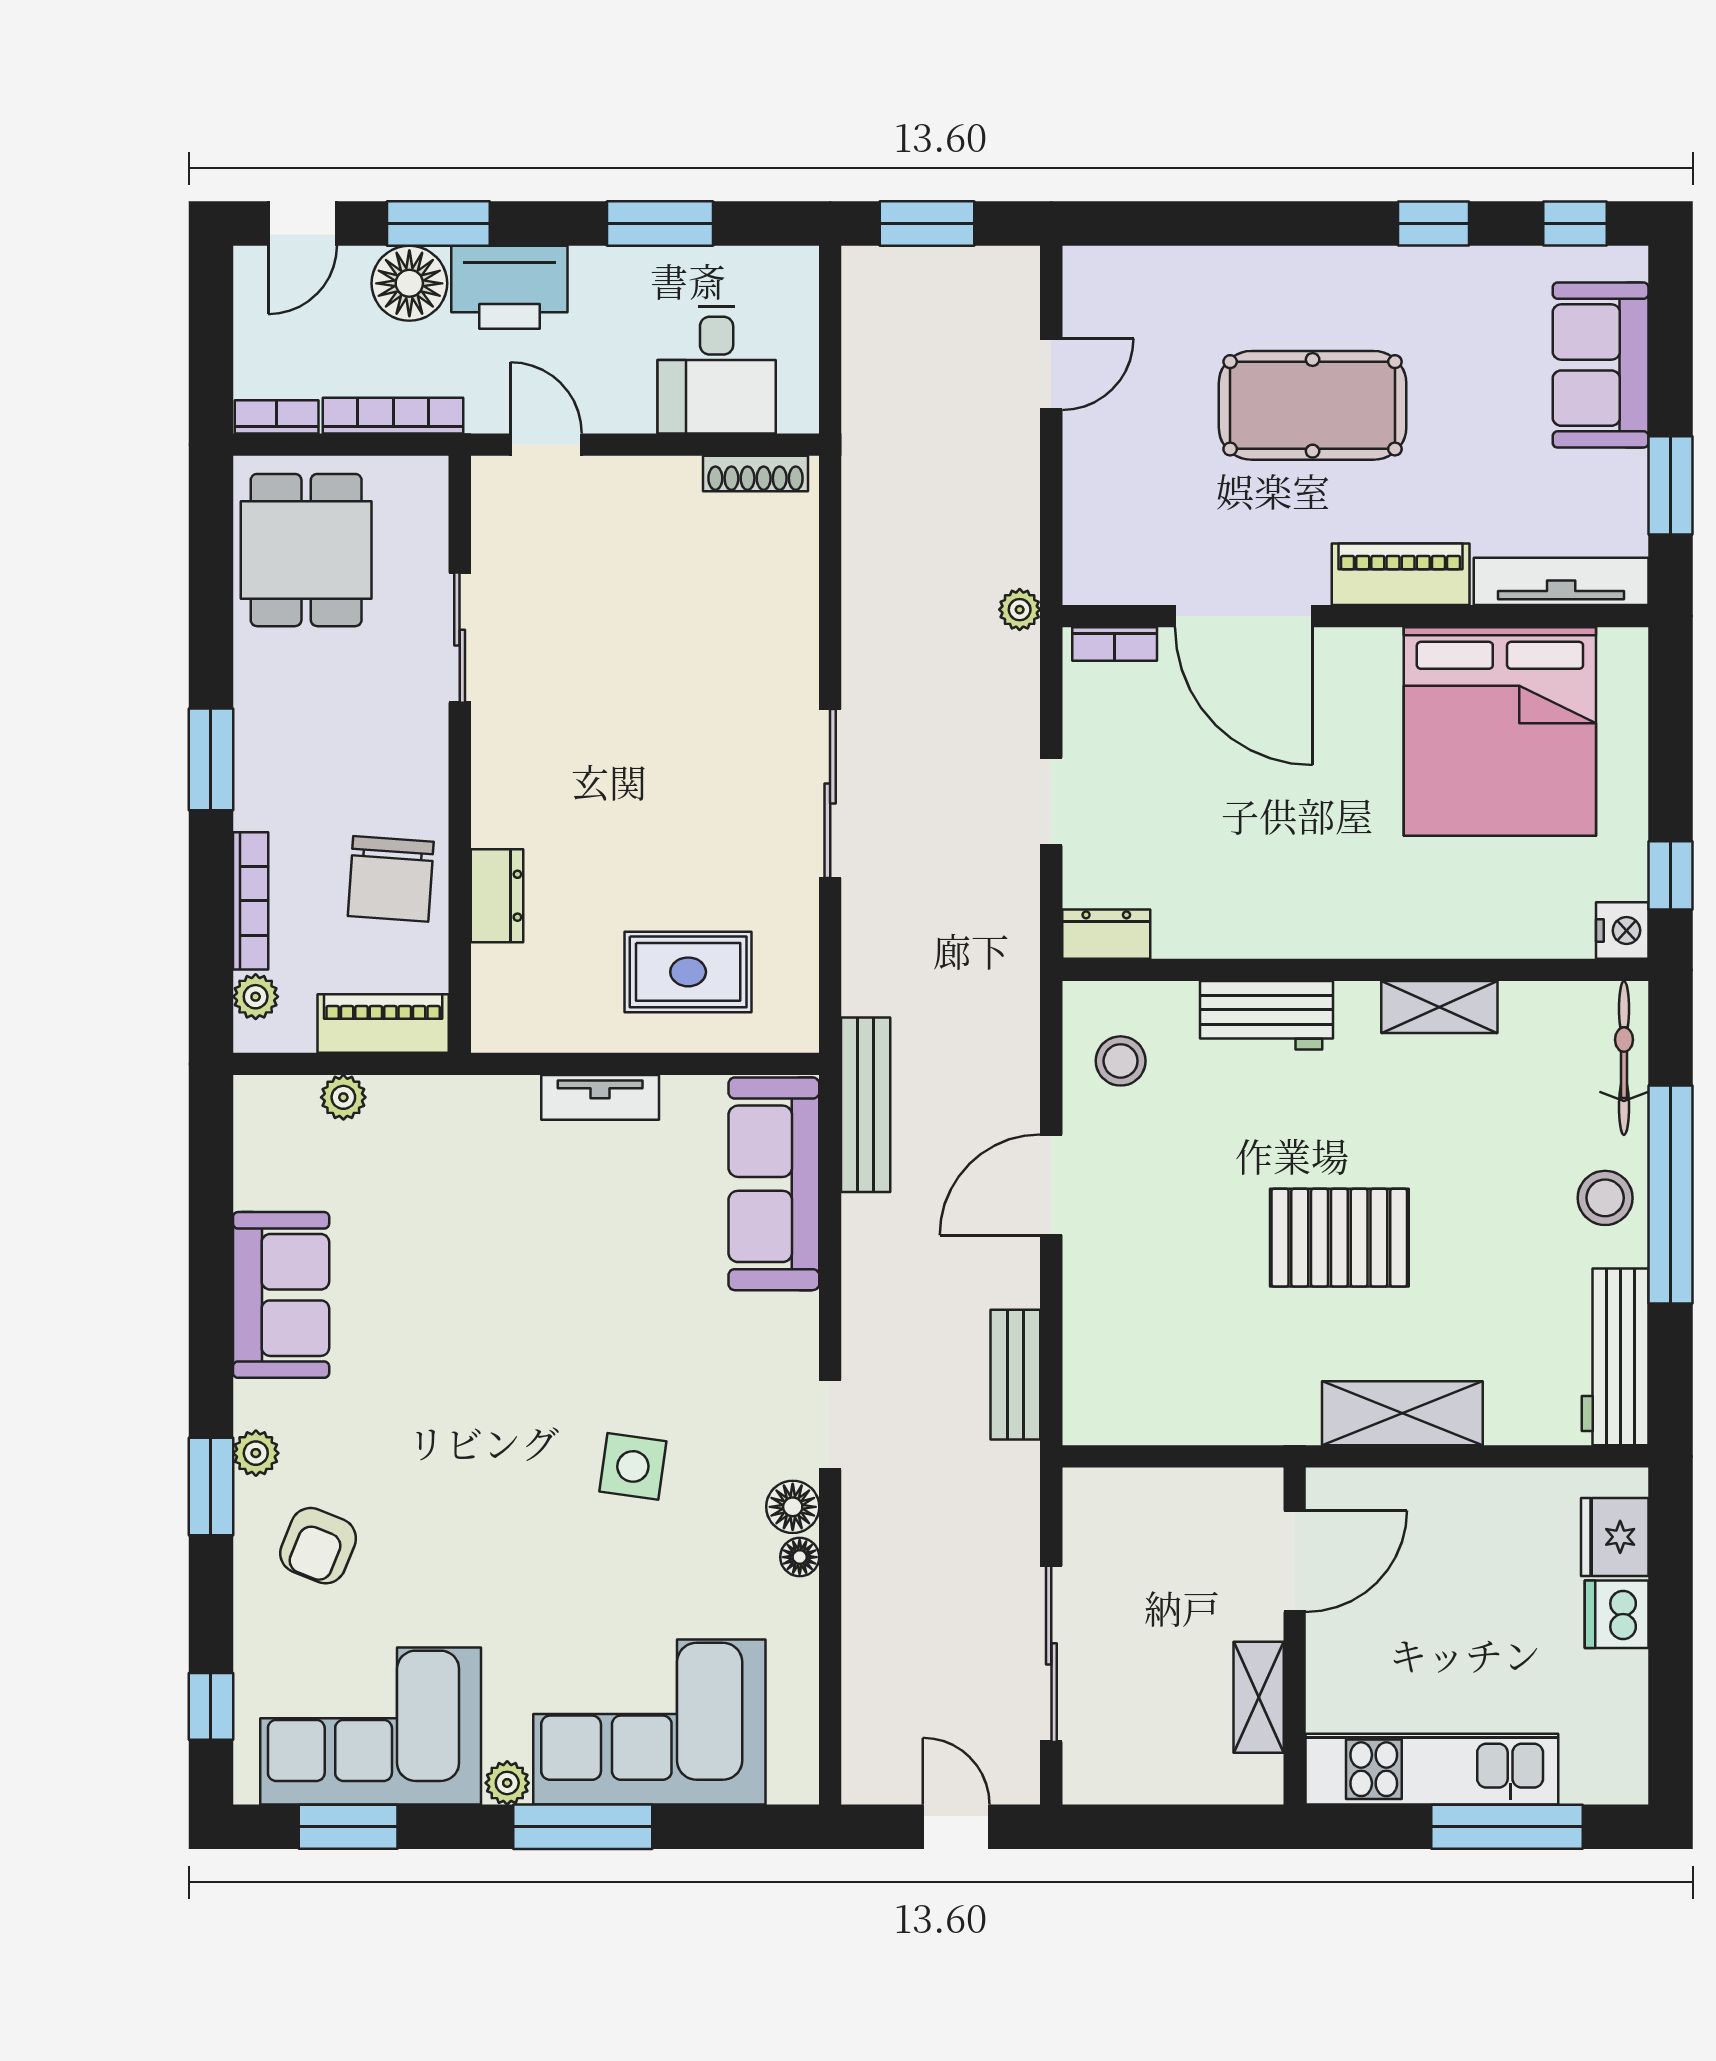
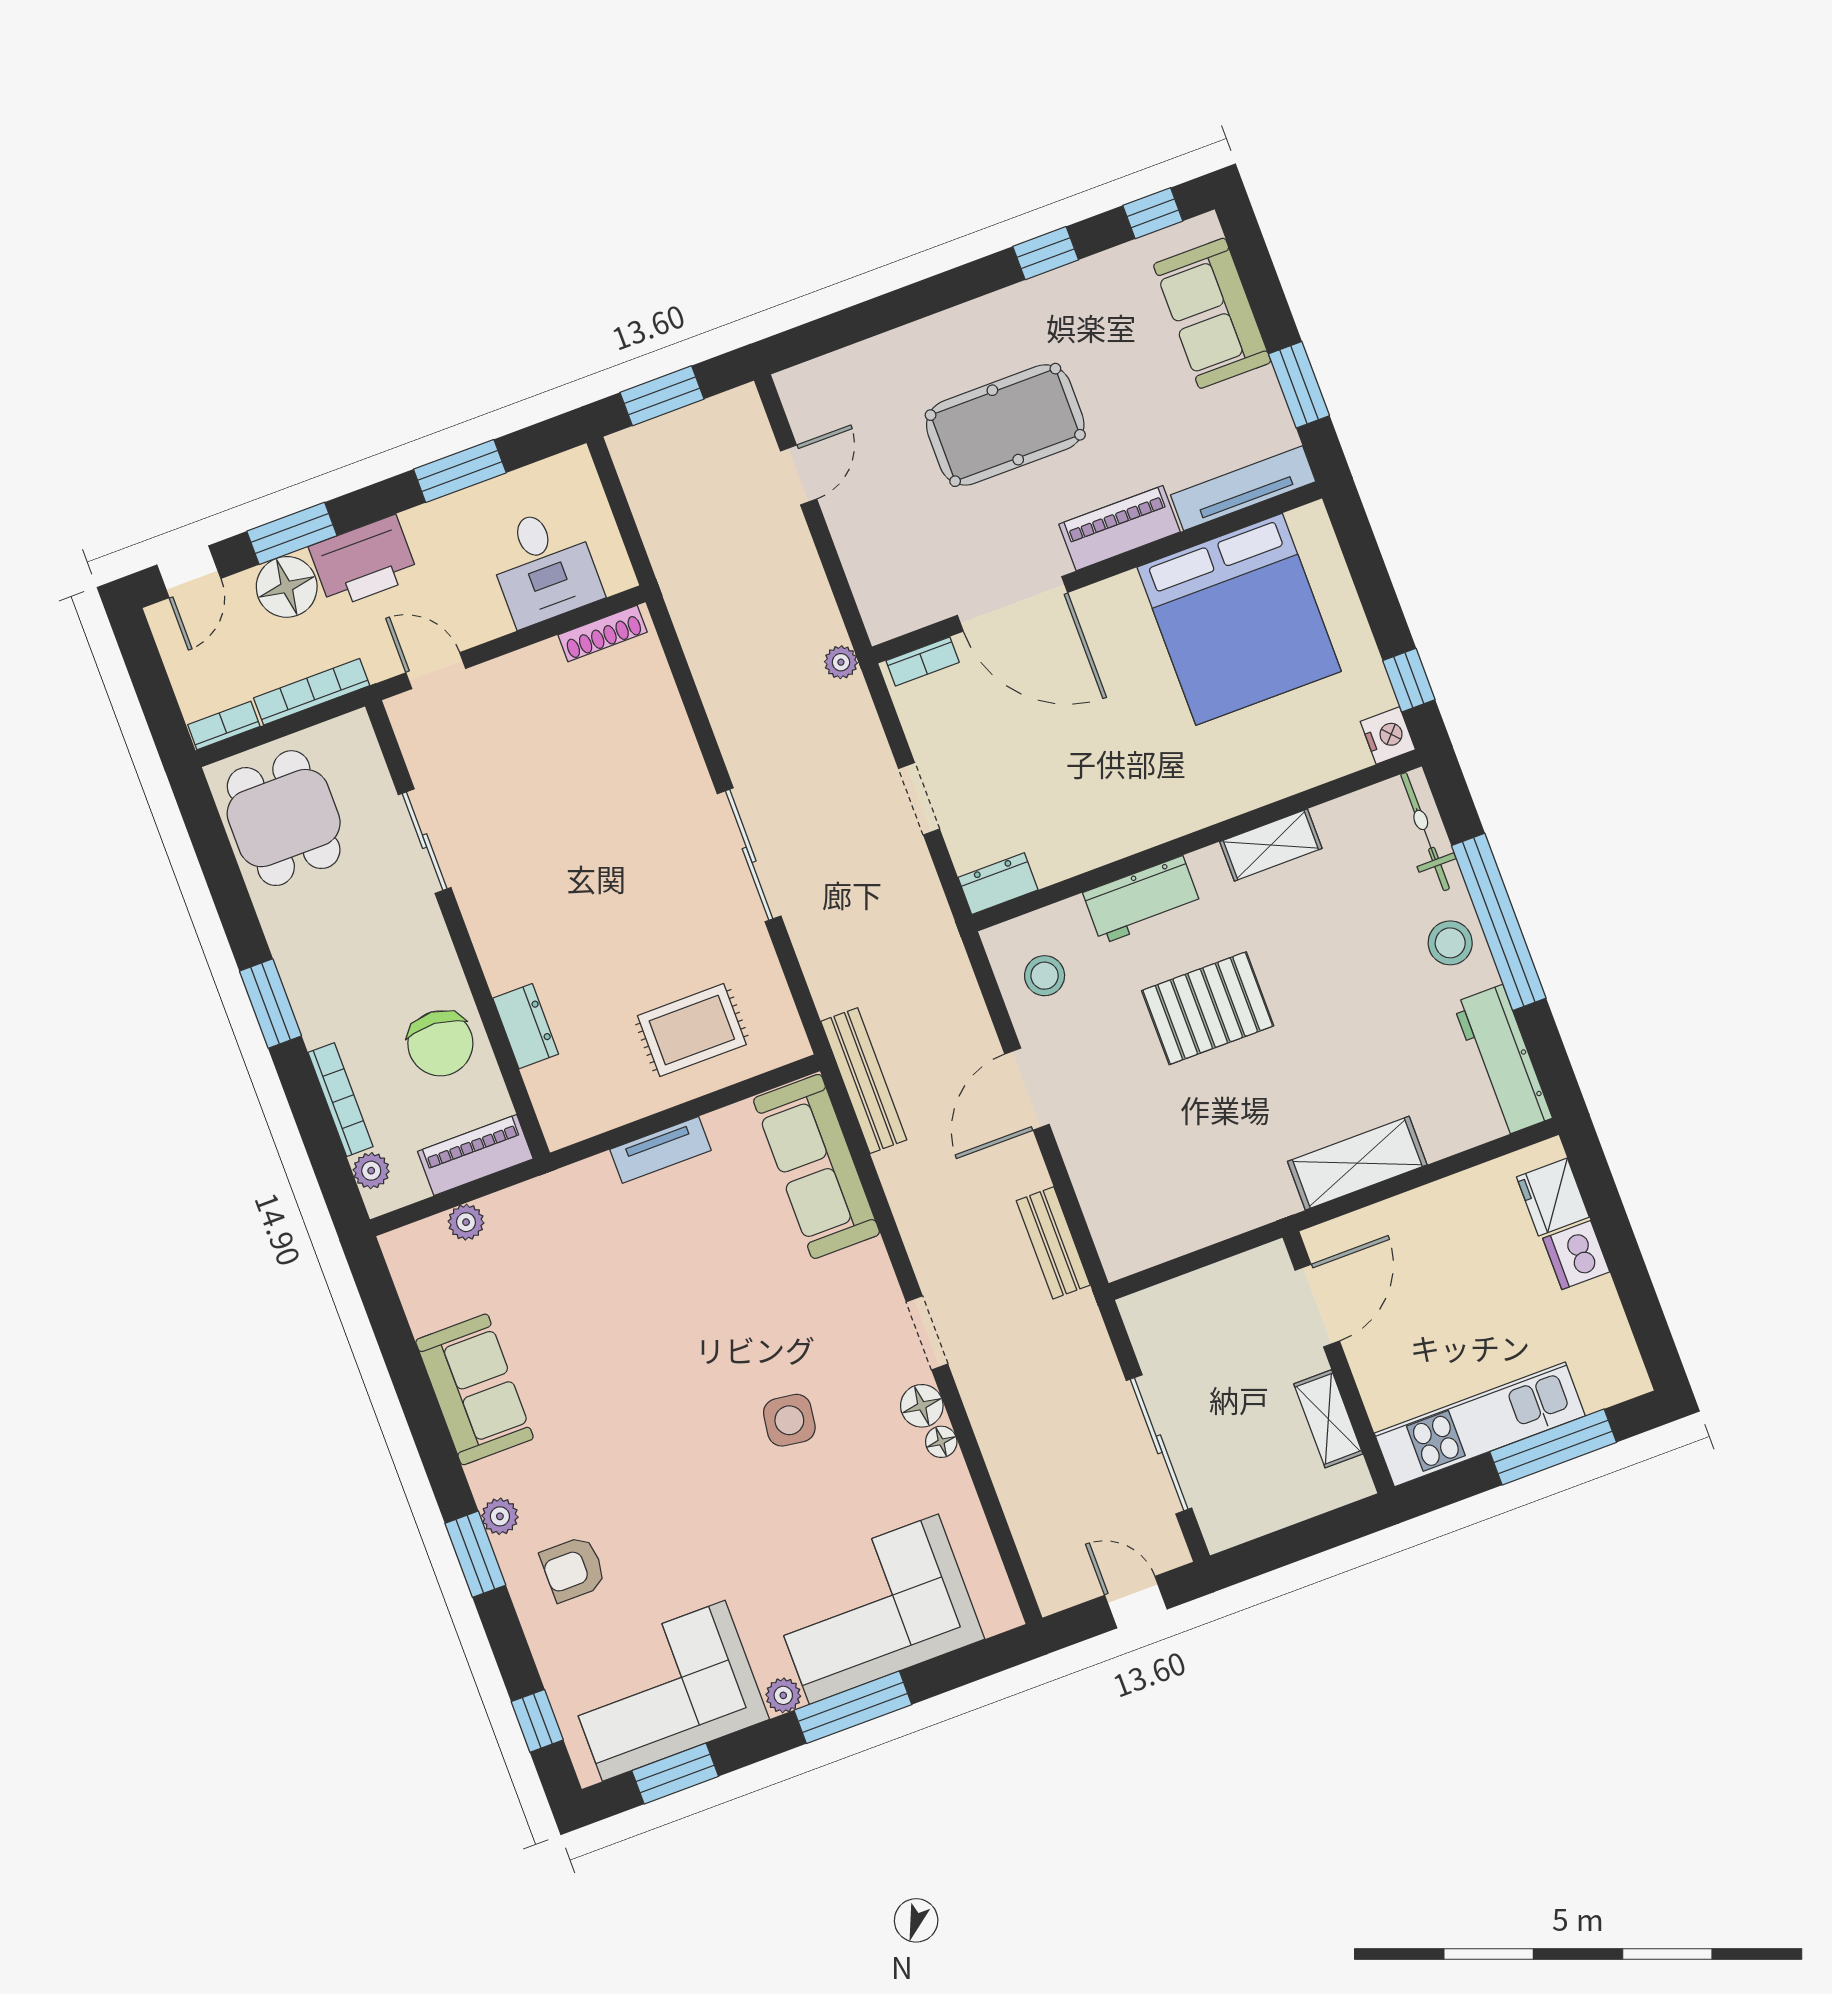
pallet: (1339, 1238) -> (1208, 1008), moved
armchair: (318, 1546) -> (573, 1569), turned 68

